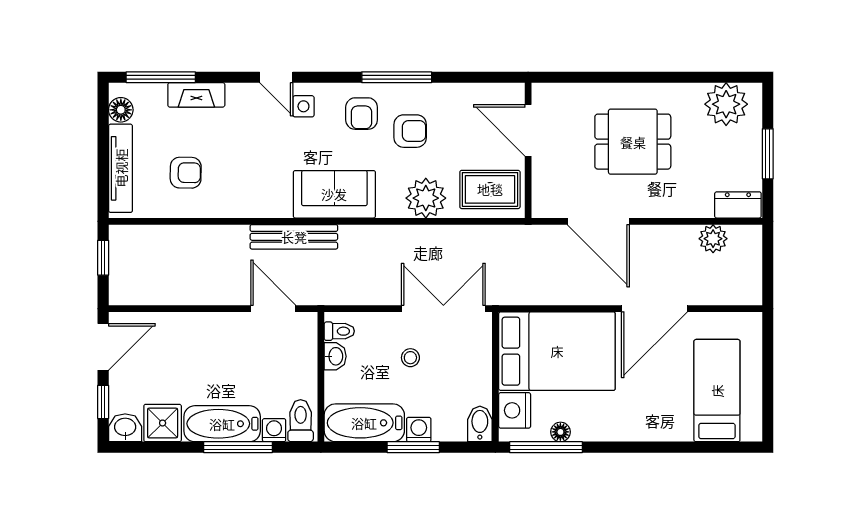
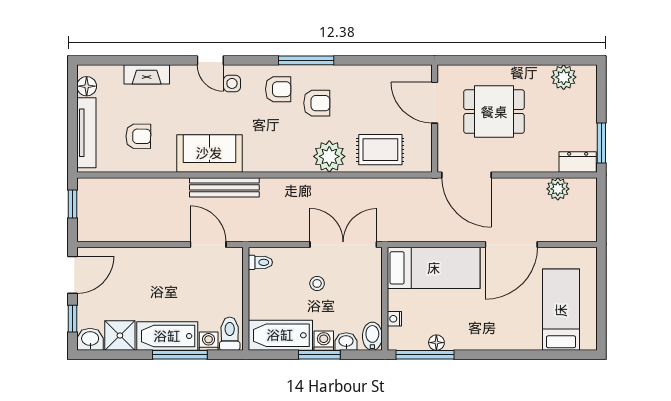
window: (161, 77) -> (118, 60), removed
plant: (726, 104) -> (564, 77), width x0.73, depth x0.73
armchair: (362, 114) -> (278, 89), turned -90
door: (528, 130) -> (435, 103), moved
wall: (528, 150) -> (435, 119), moved
window: (768, 154) -> (601, 143), moved
sofa: (334, 194) -> (209, 153), moved
bed: (557, 351) -> (434, 268), width x0.67
washbasin: (335, 356) -> (346, 342), moved, turned -90
nightstand: (515, 410) -> (394, 319), width x0.53, depth x0.56

